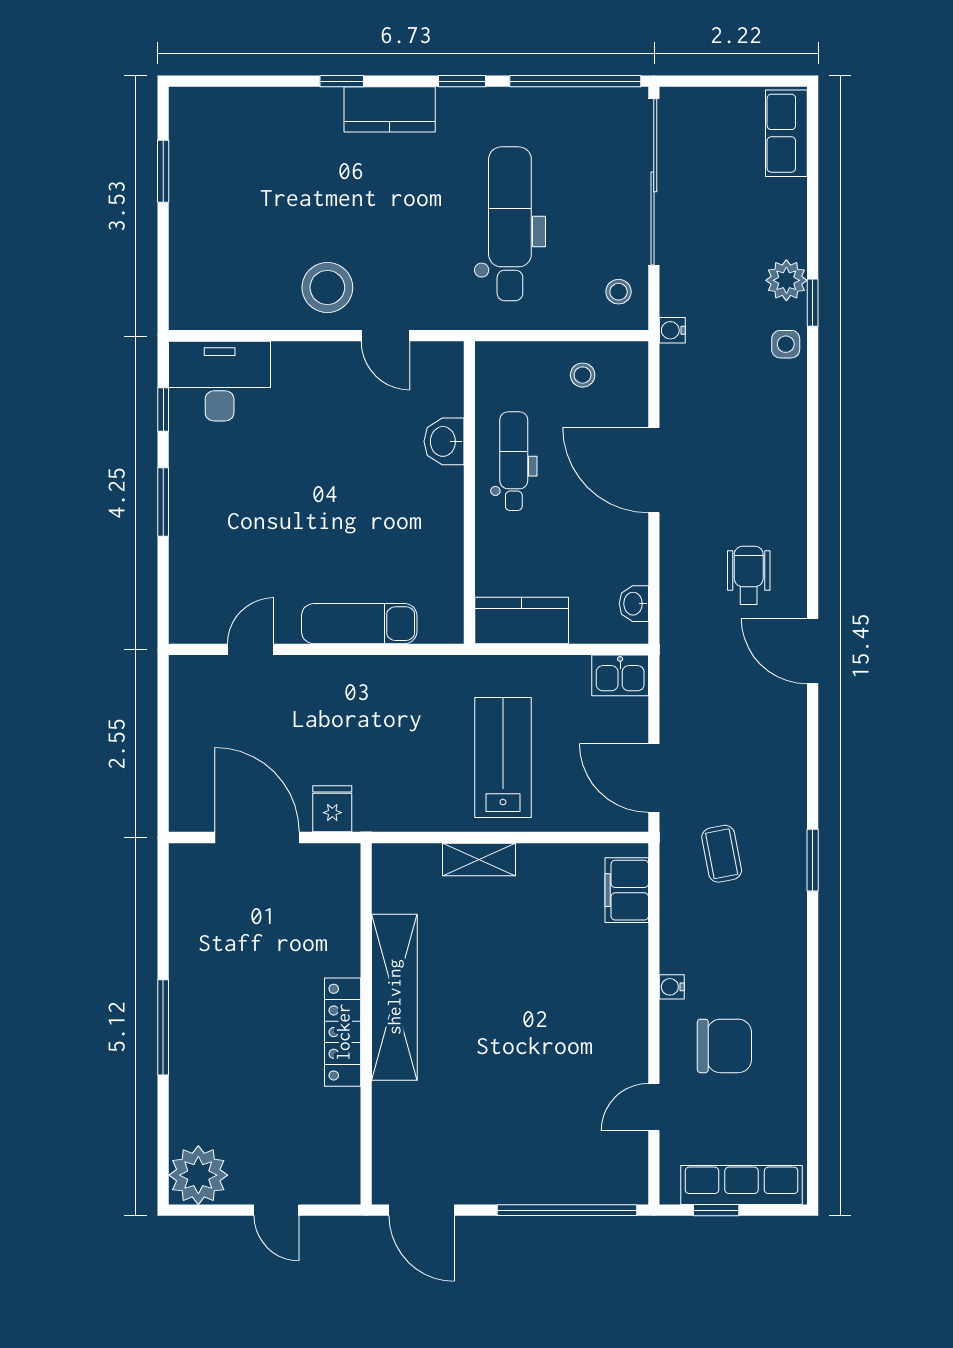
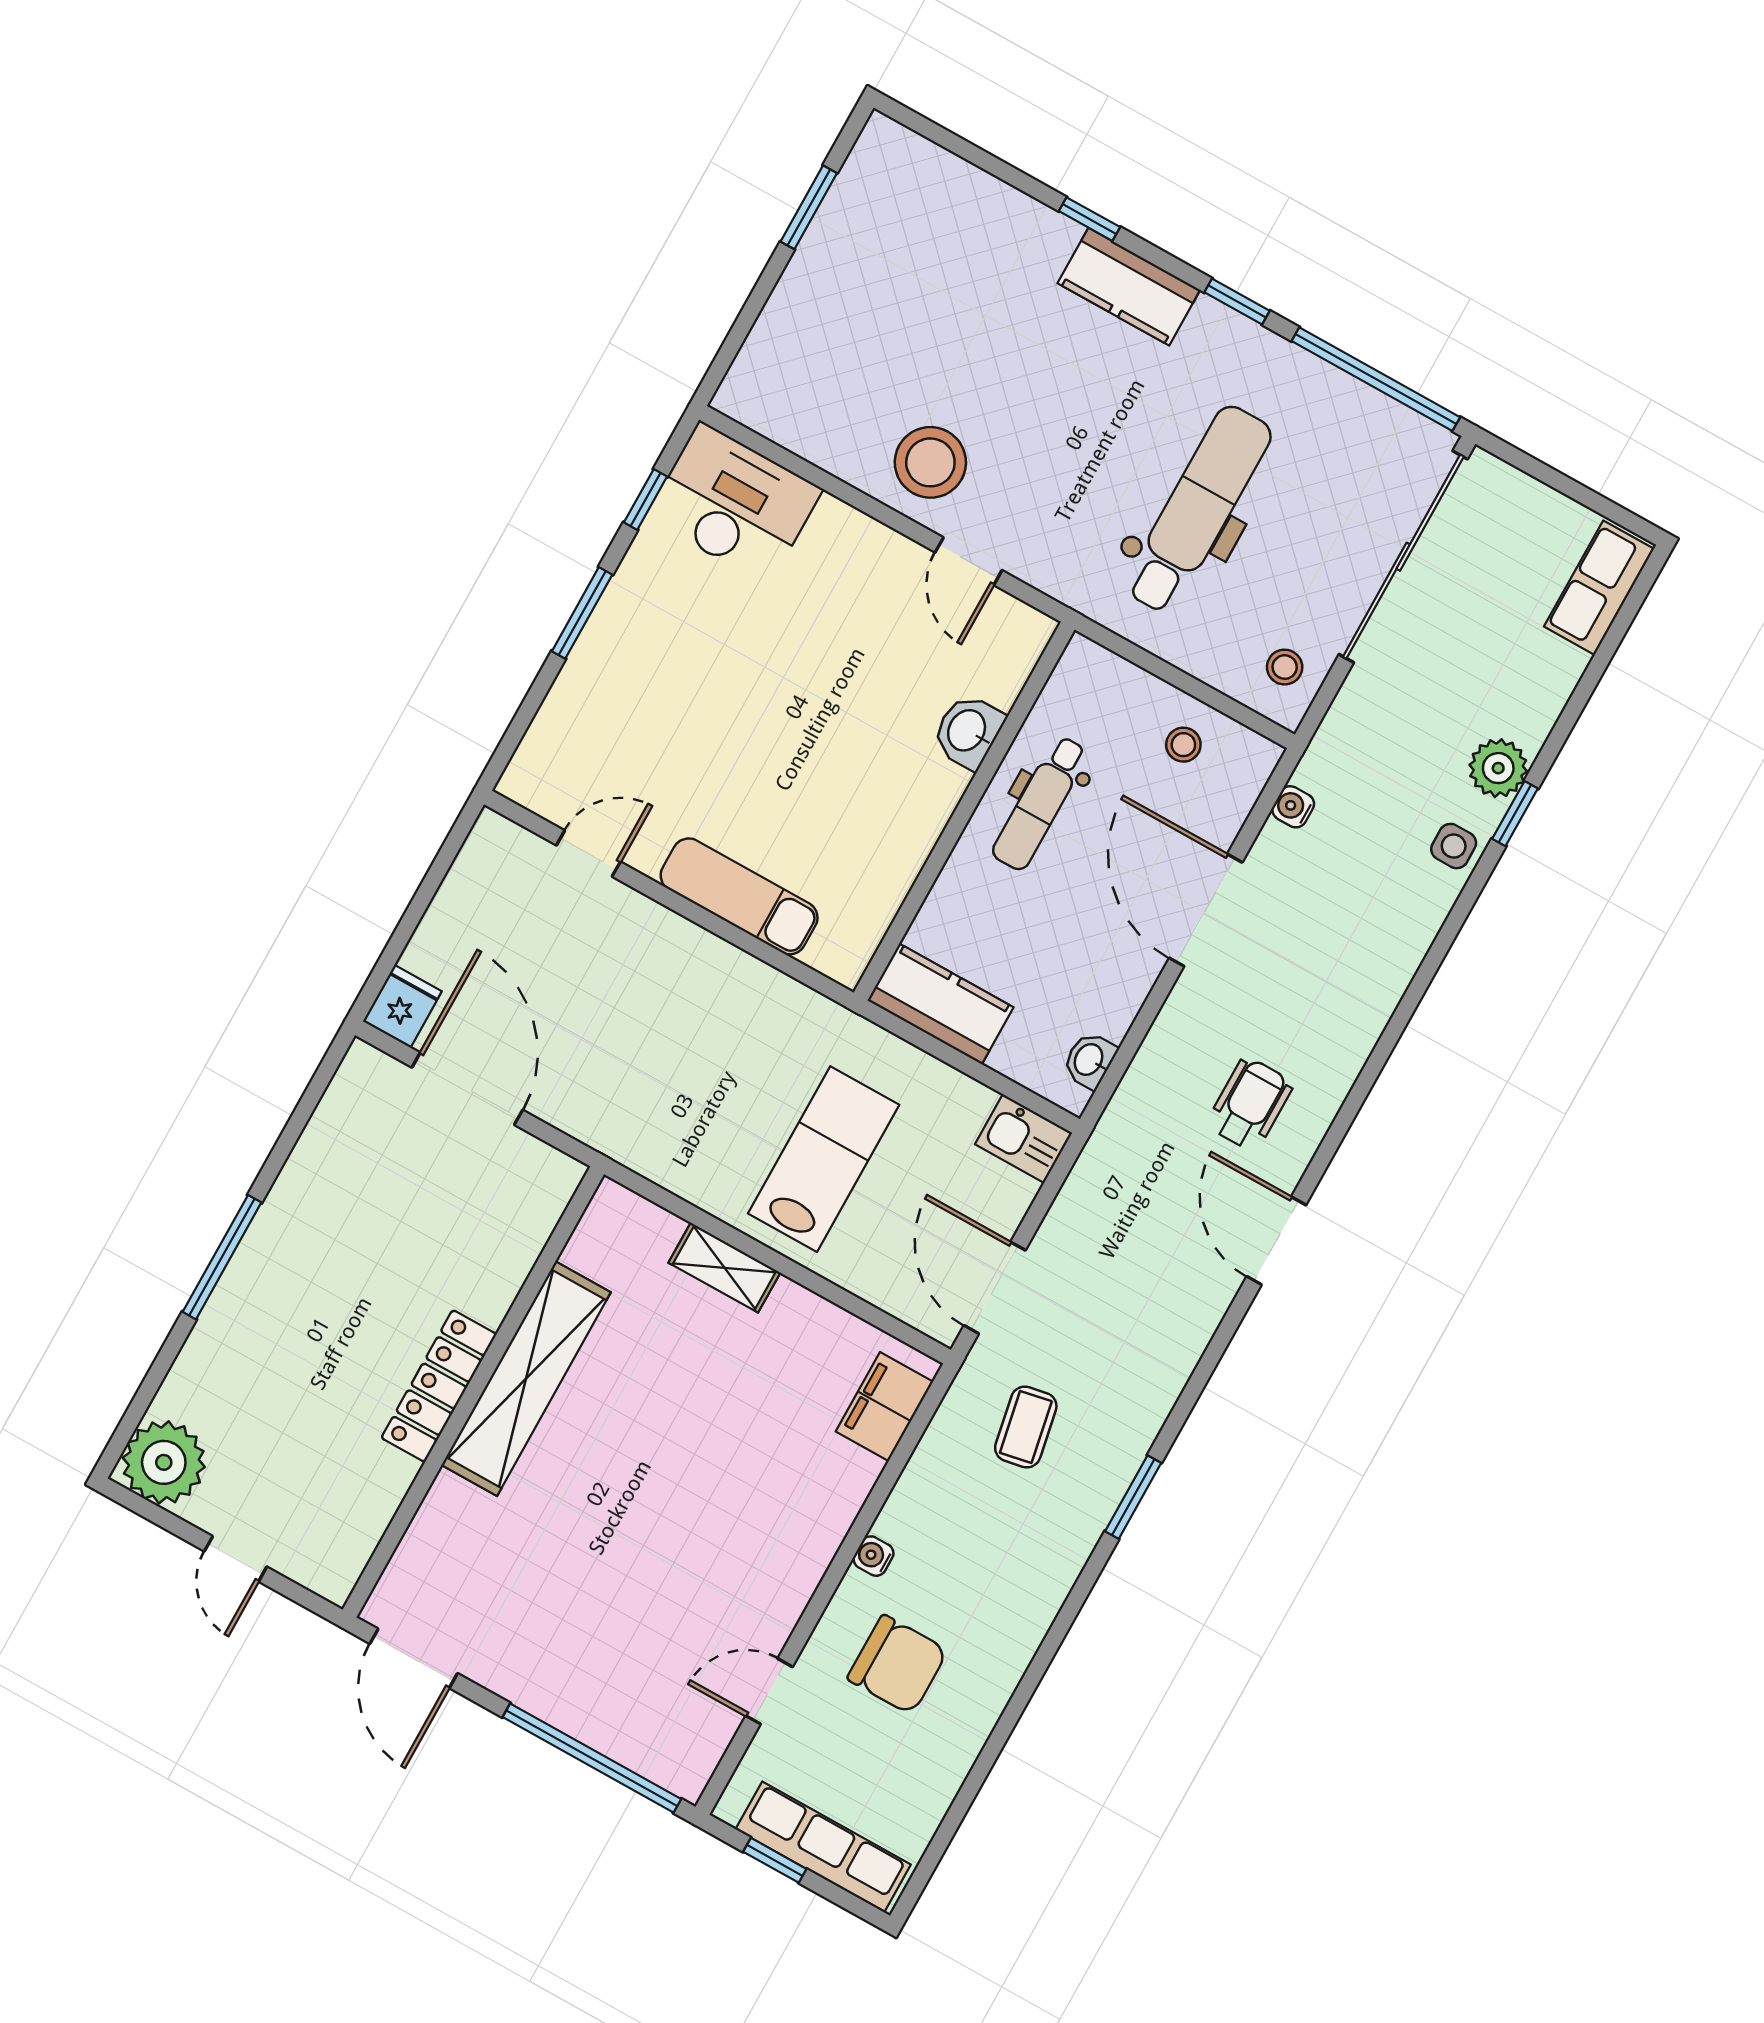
water cooler: (672, 330) -> (1293, 807), moved
dental chair: (514, 461) -> (1040, 803), turned 180
fridge: (332, 809) -> (402, 1006), moved

